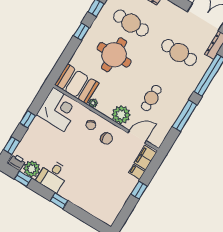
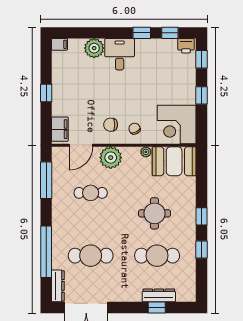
round table: (114, 55) -> (155, 213), width x0.73, depth x0.73
cafe table: (151, 98) -> (91, 193), turned 90
window: (185, 116) -> (46, 180), moved
plant: (32, 169) -> (94, 48), moved
filing cabinet: (137, 172) -> (60, 44), moved
desk: (53, 176) -> (120, 54), moved
window: (59, 201) -> (142, 33), moved

